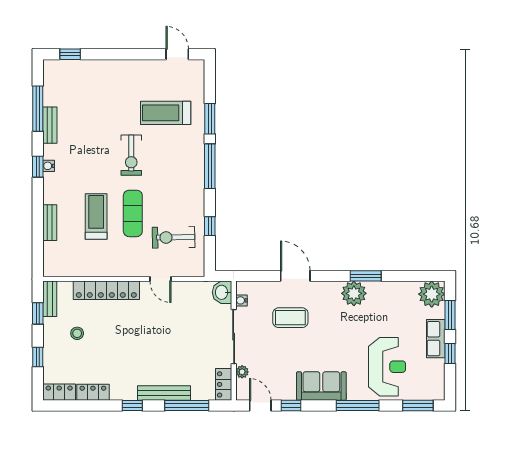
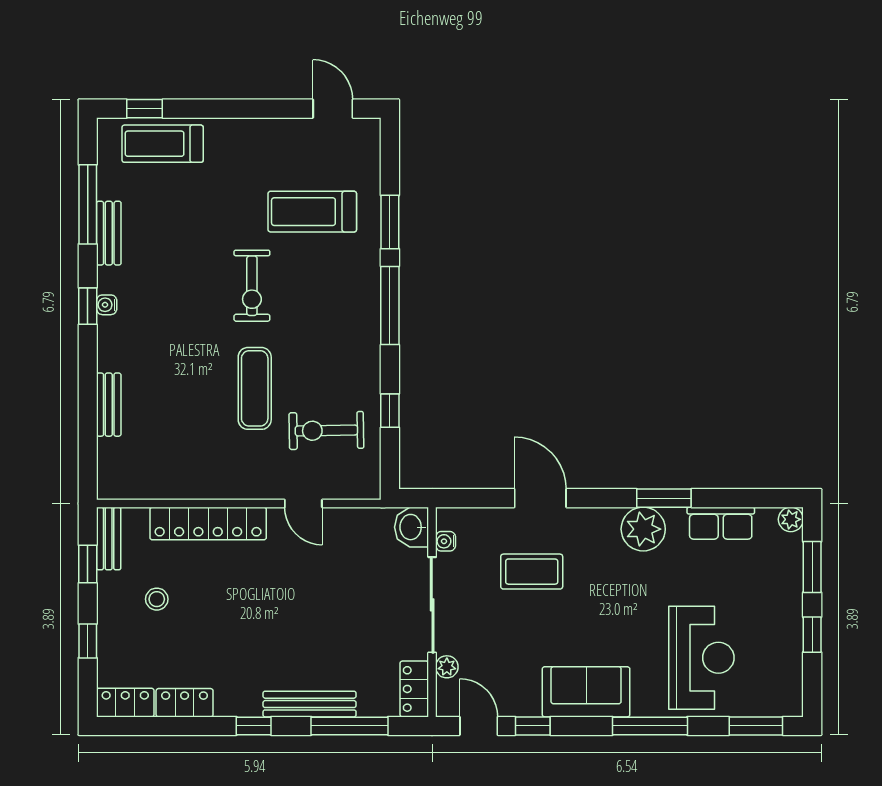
treadmill: (96, 217) -> (163, 144), moved, turned -90
plant: (432, 294) -> (791, 519), width x0.53, depth x0.53
row of seats: (436, 339) -> (721, 523), moved, turned -90

